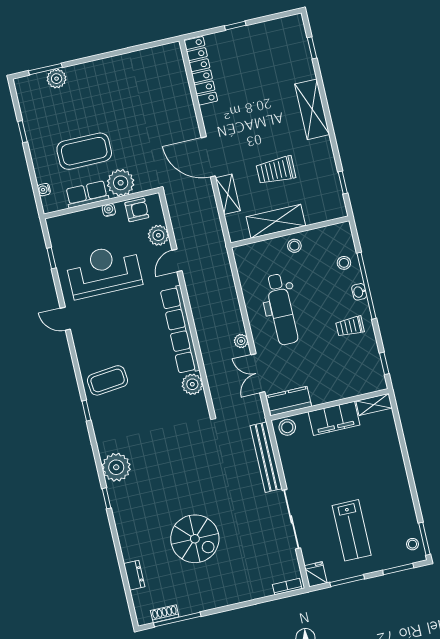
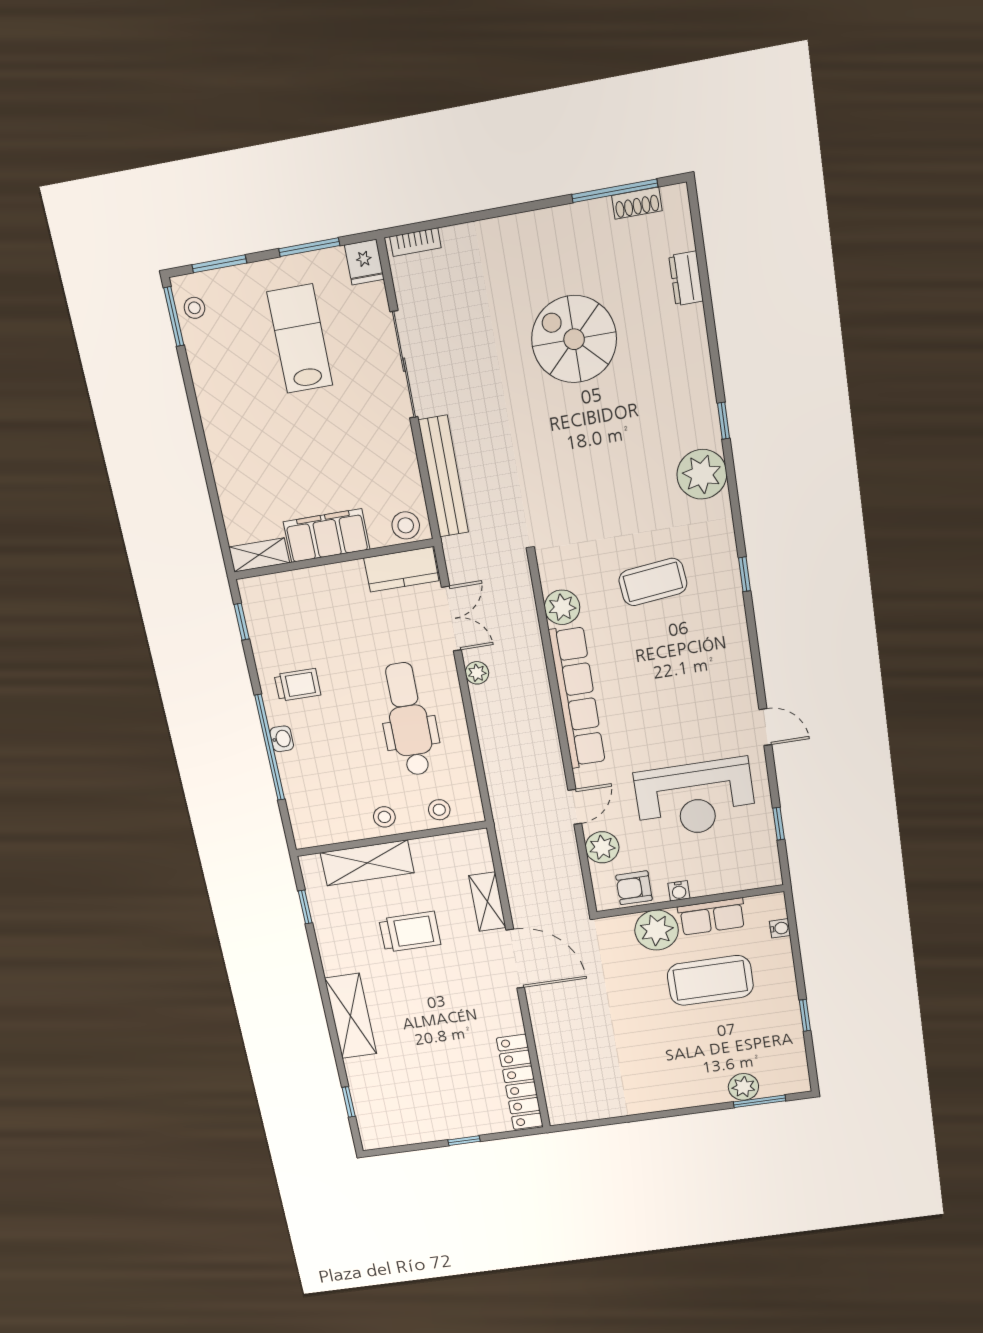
shelving: (276, 221) -> (367, 863), moved
stool: (344, 263) -> (439, 810), moved
coffee table: (108, 380) -> (653, 582), moved

